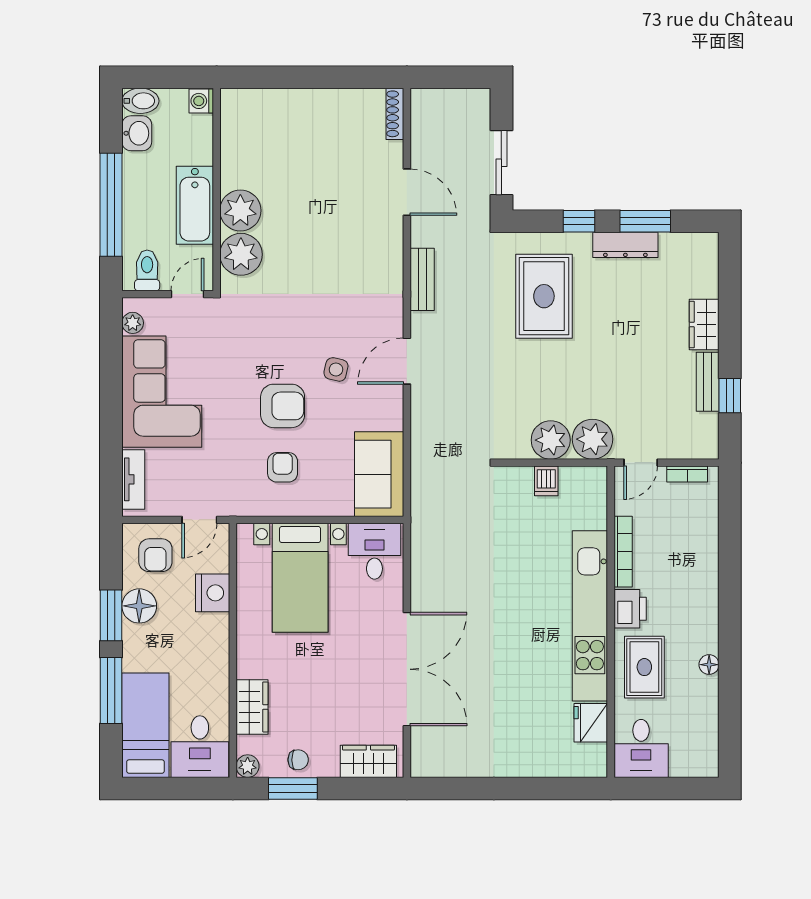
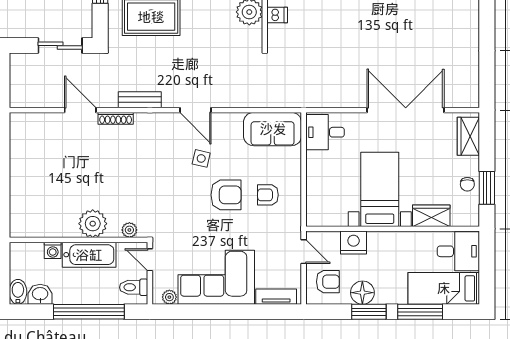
washing machine: (201, 101) -> (53, 250), moved
shoe rack: (395, 114) -> (116, 118), moved
door: (407, 192) -> (80, 110), hinge flipped
plant: (241, 254) -> (129, 230), width x0.53, depth x0.53
armchair: (283, 406) -> (226, 195), turned 90
bed with nightstands: (300, 578) -> (380, 189), moved, turned -90
chair: (298, 760) -> (467, 184), turned 180
plant: (248, 766) -> (472, 219), removed

